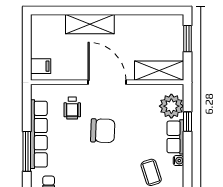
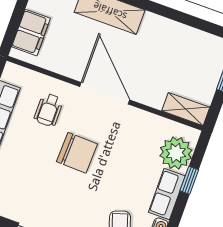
filing cabinet: (41, 66) -> (31, 33), width x2.00
shelving: (159, 71) -> (186, 109), width x0.67, depth x0.75

